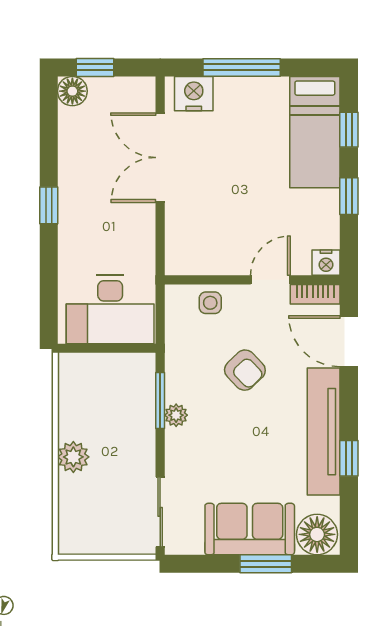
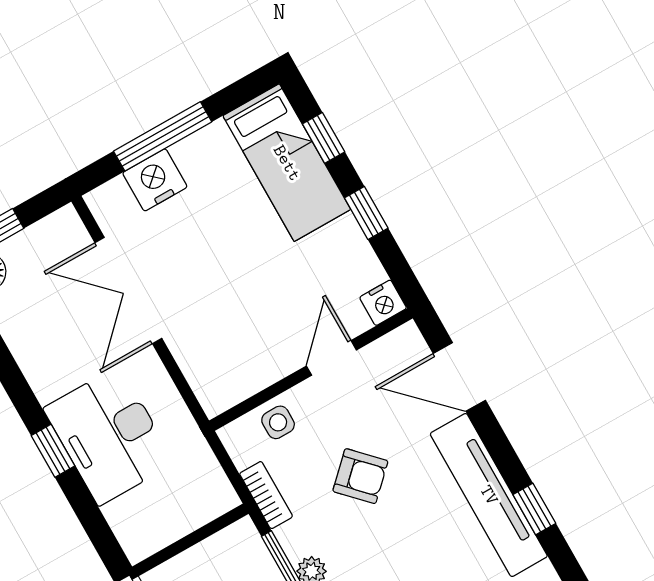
nightstand: (194, 94) -> (155, 180), moved
window: (49, 205) -> (53, 451), moved
bookcase: (315, 294) -> (266, 495), moved, turned -90
desk: (110, 309) -> (109, 436), moved, turned 90

